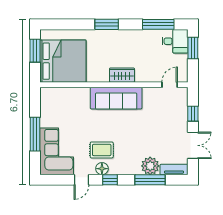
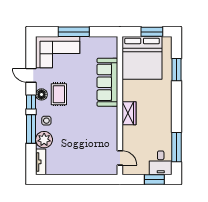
window: (107, 24) -> (176, 70), moved
sofa: (116, 98) -> (107, 82), moved
window: (193, 114) -> (93, 180), removed
double door: (193, 145) -> (63, 180), removed
side table: (130, 163) -> (46, 121), added
window: (150, 180) -> (31, 129), moved

